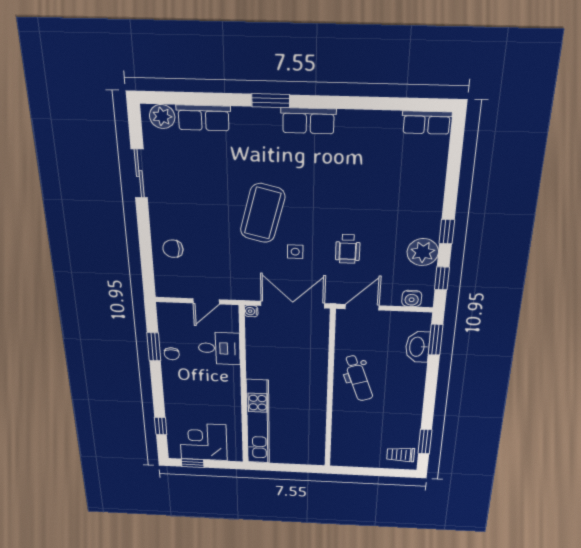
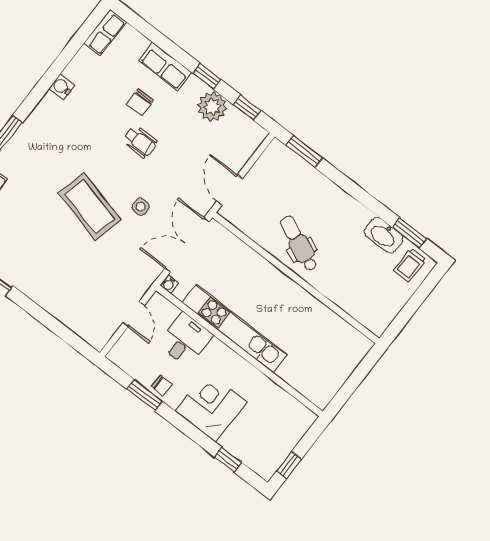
row of seats: (308, 121) -> (165, 67), moved, turned 90
chair: (173, 249) -> (140, 102), moved
wheelchair: (348, 249) -> (140, 142), moved
water cooler: (412, 298) -> (62, 87), moved, turned 180
washbasin: (417, 347) -> (384, 235), moved
dental chair: (358, 378) -> (299, 243), turned -137
kitchen unit: (258, 422) -> (235, 329), moved
corner desk: (203, 442) -> (211, 406), moved, turned 90

